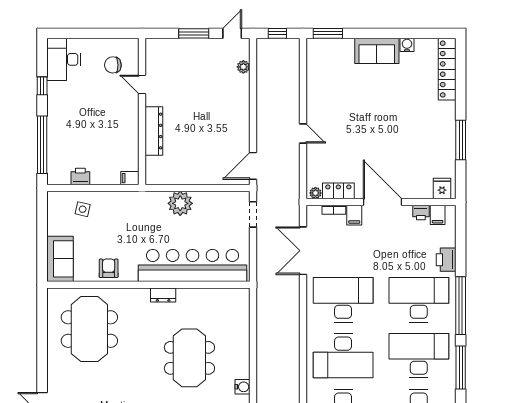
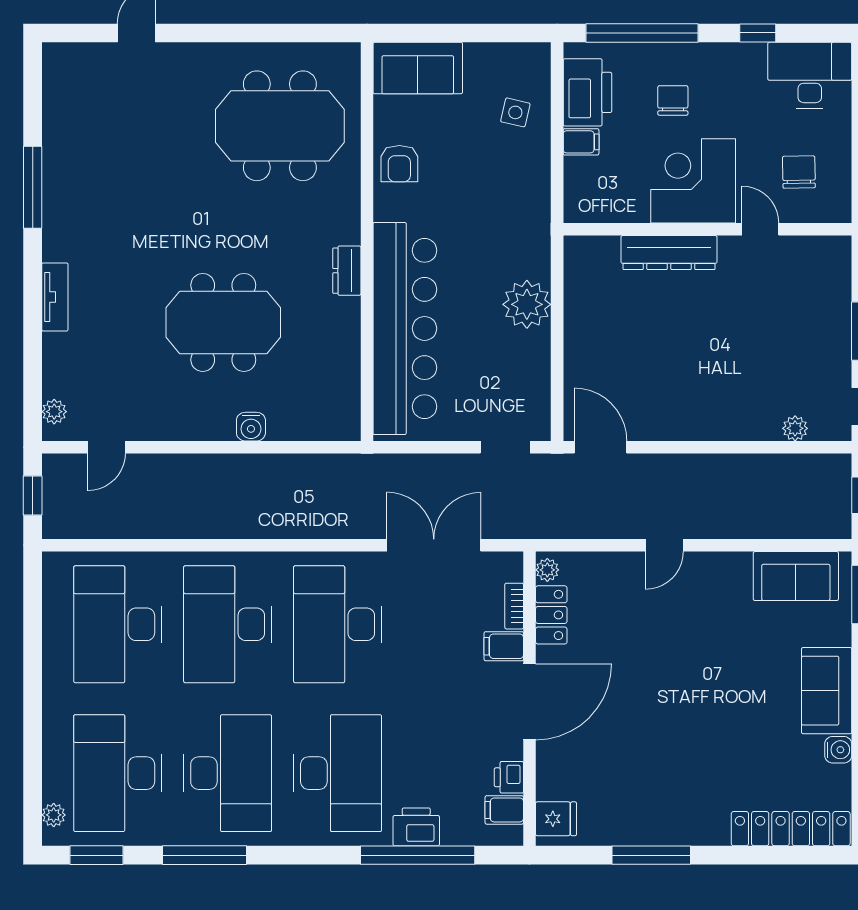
sofa: (319, 66) -> (796, 576), added
door: (142, 84) -> (760, 229), hinge flipped
corner desk: (117, 119) -> (693, 181), added
chair: (76, 129) -> (673, 100), added
printer: (80, 176) -> (587, 92), width x1.87, depth x1.48
filing cabinet: (130, 178) -> (581, 142), moved, turned 90
armchair: (109, 268) -> (399, 164), turned 90
desk: (343, 300) -> (338, 624), turned 180
window: (461, 306) -> (418, 855), moved
water cooler: (242, 387) -> (251, 427), moved

